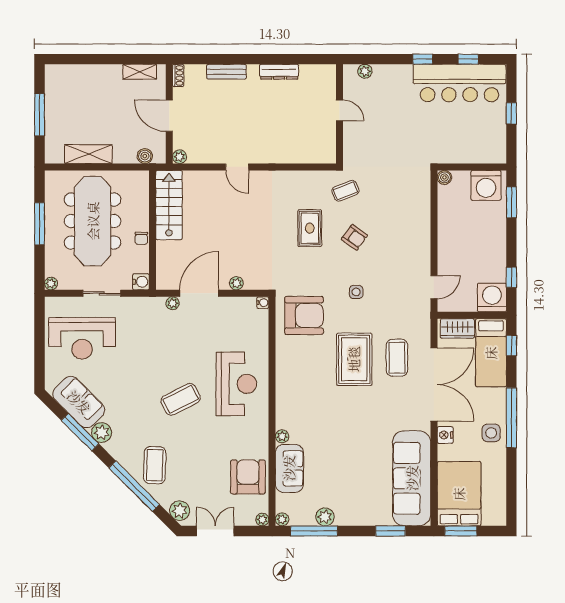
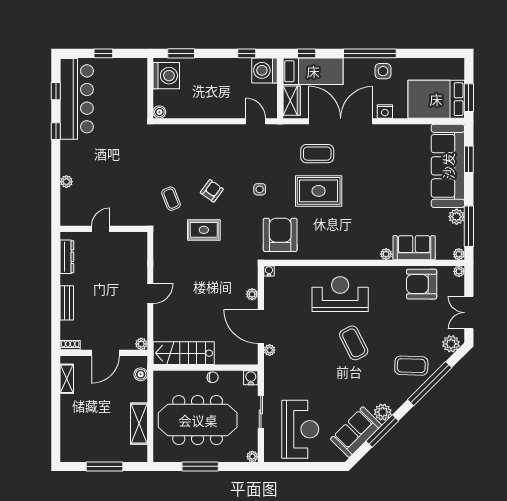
door: (340, 110) -> (101, 229), moved
wall: (340, 114) -> (104, 229), moved
sofa: (412, 478) -> (448, 166), moved, turned 90

